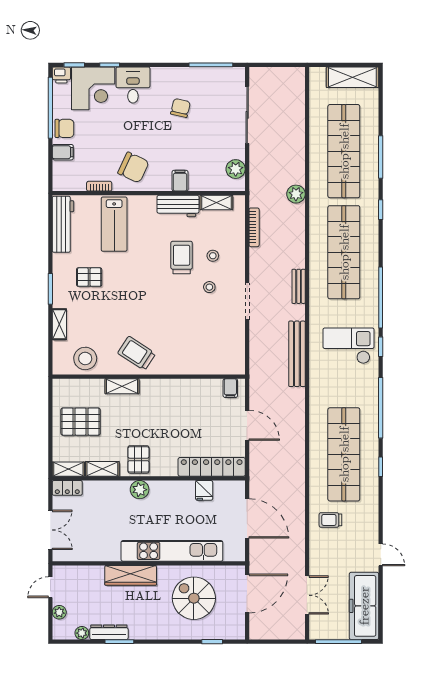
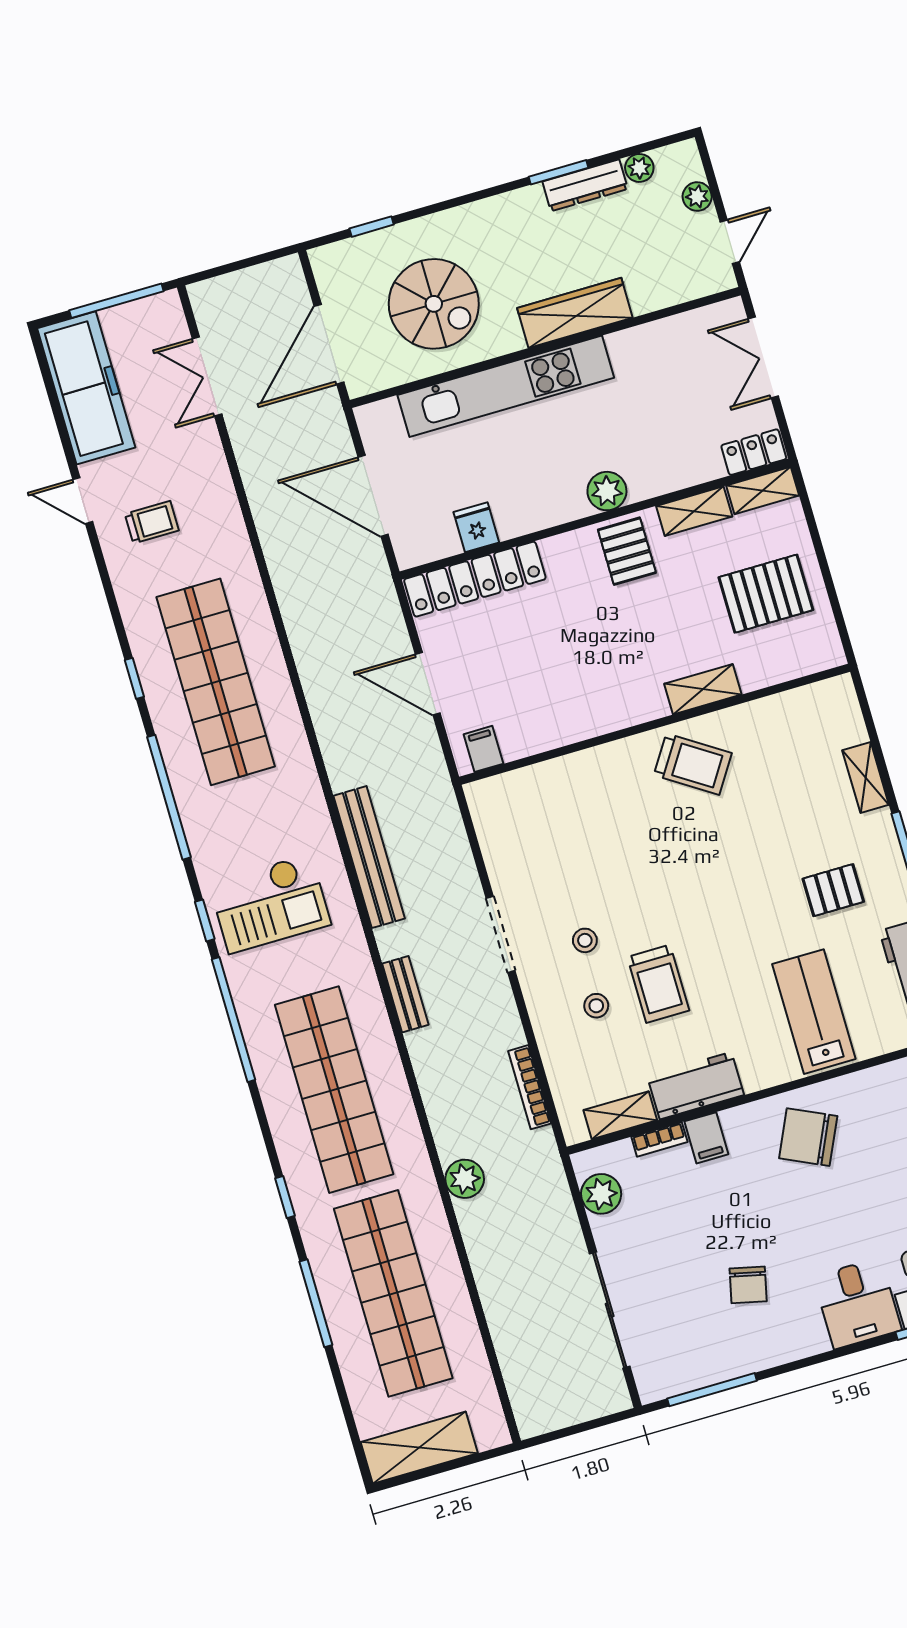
bookcase: (99, 186) -> (659, 1139), moved
stool: (85, 358) -> (793, 724), removed
trolley: (330, 520) -> (152, 522), moved

